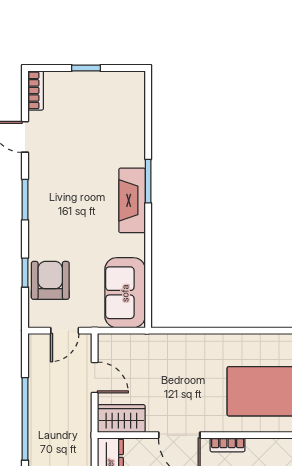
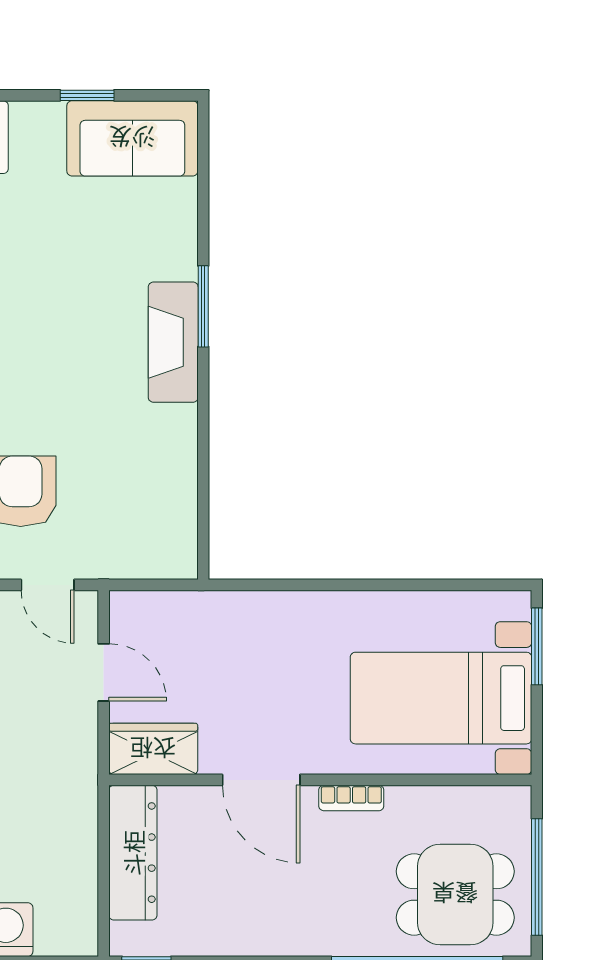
sofa: (125, 293) -> (132, 138), moved, turned -90
door: (65, 331) -> (48, 585), hinge flipped

